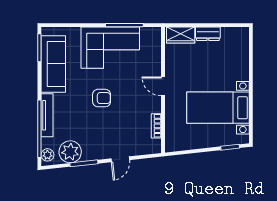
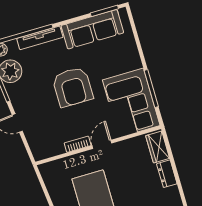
corner sofa: (110, 48) -> (131, 103), moved
armchair: (102, 98) -> (73, 87), width x1.88, depth x1.88
bookcase: (156, 126) -> (78, 144), moved

